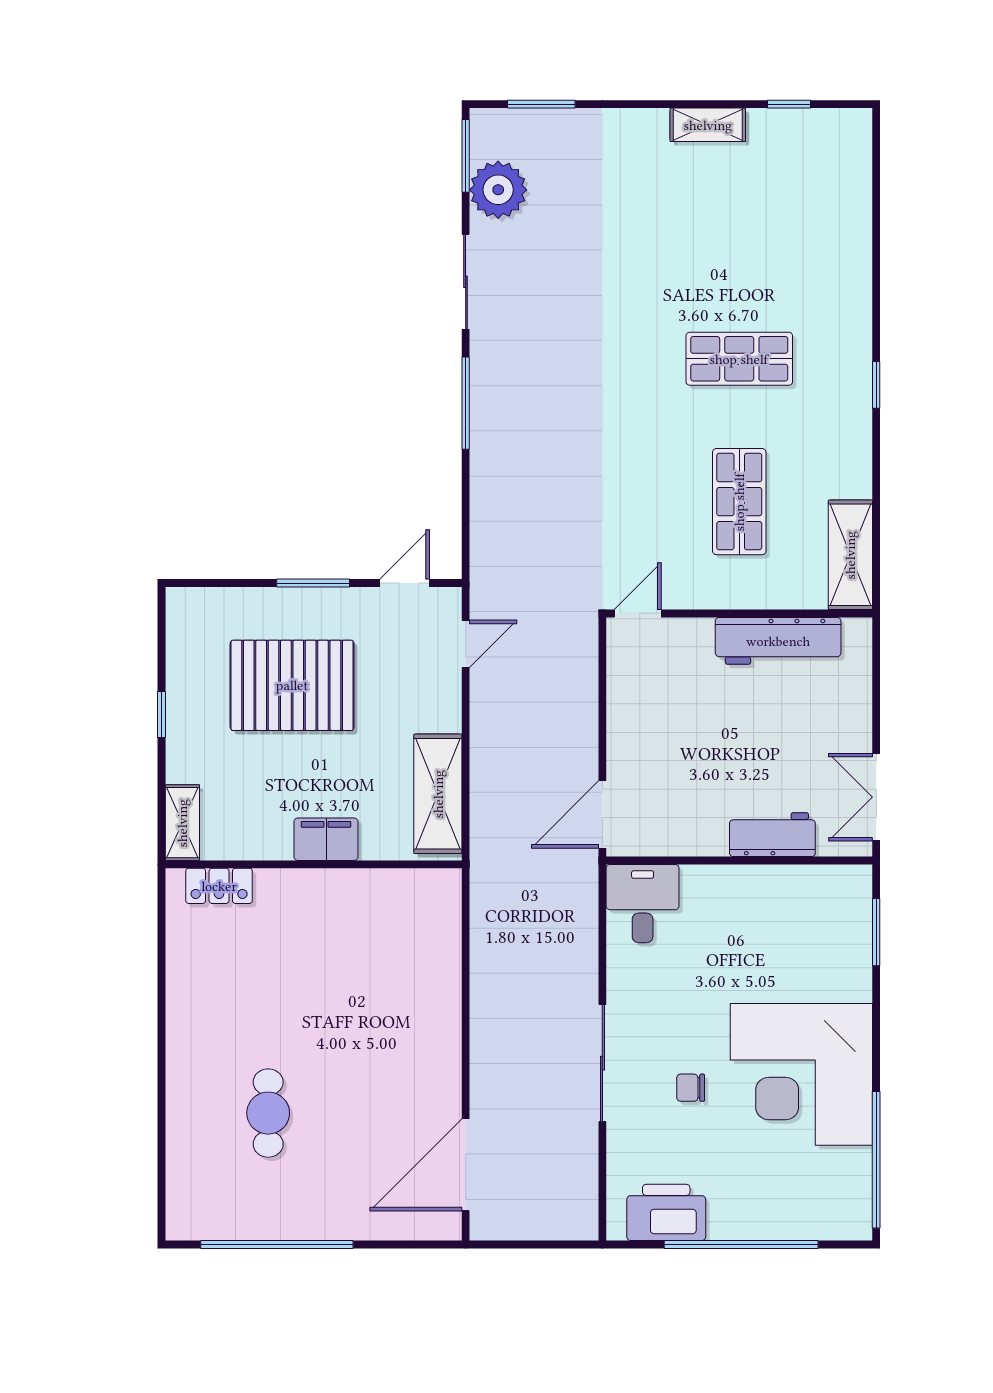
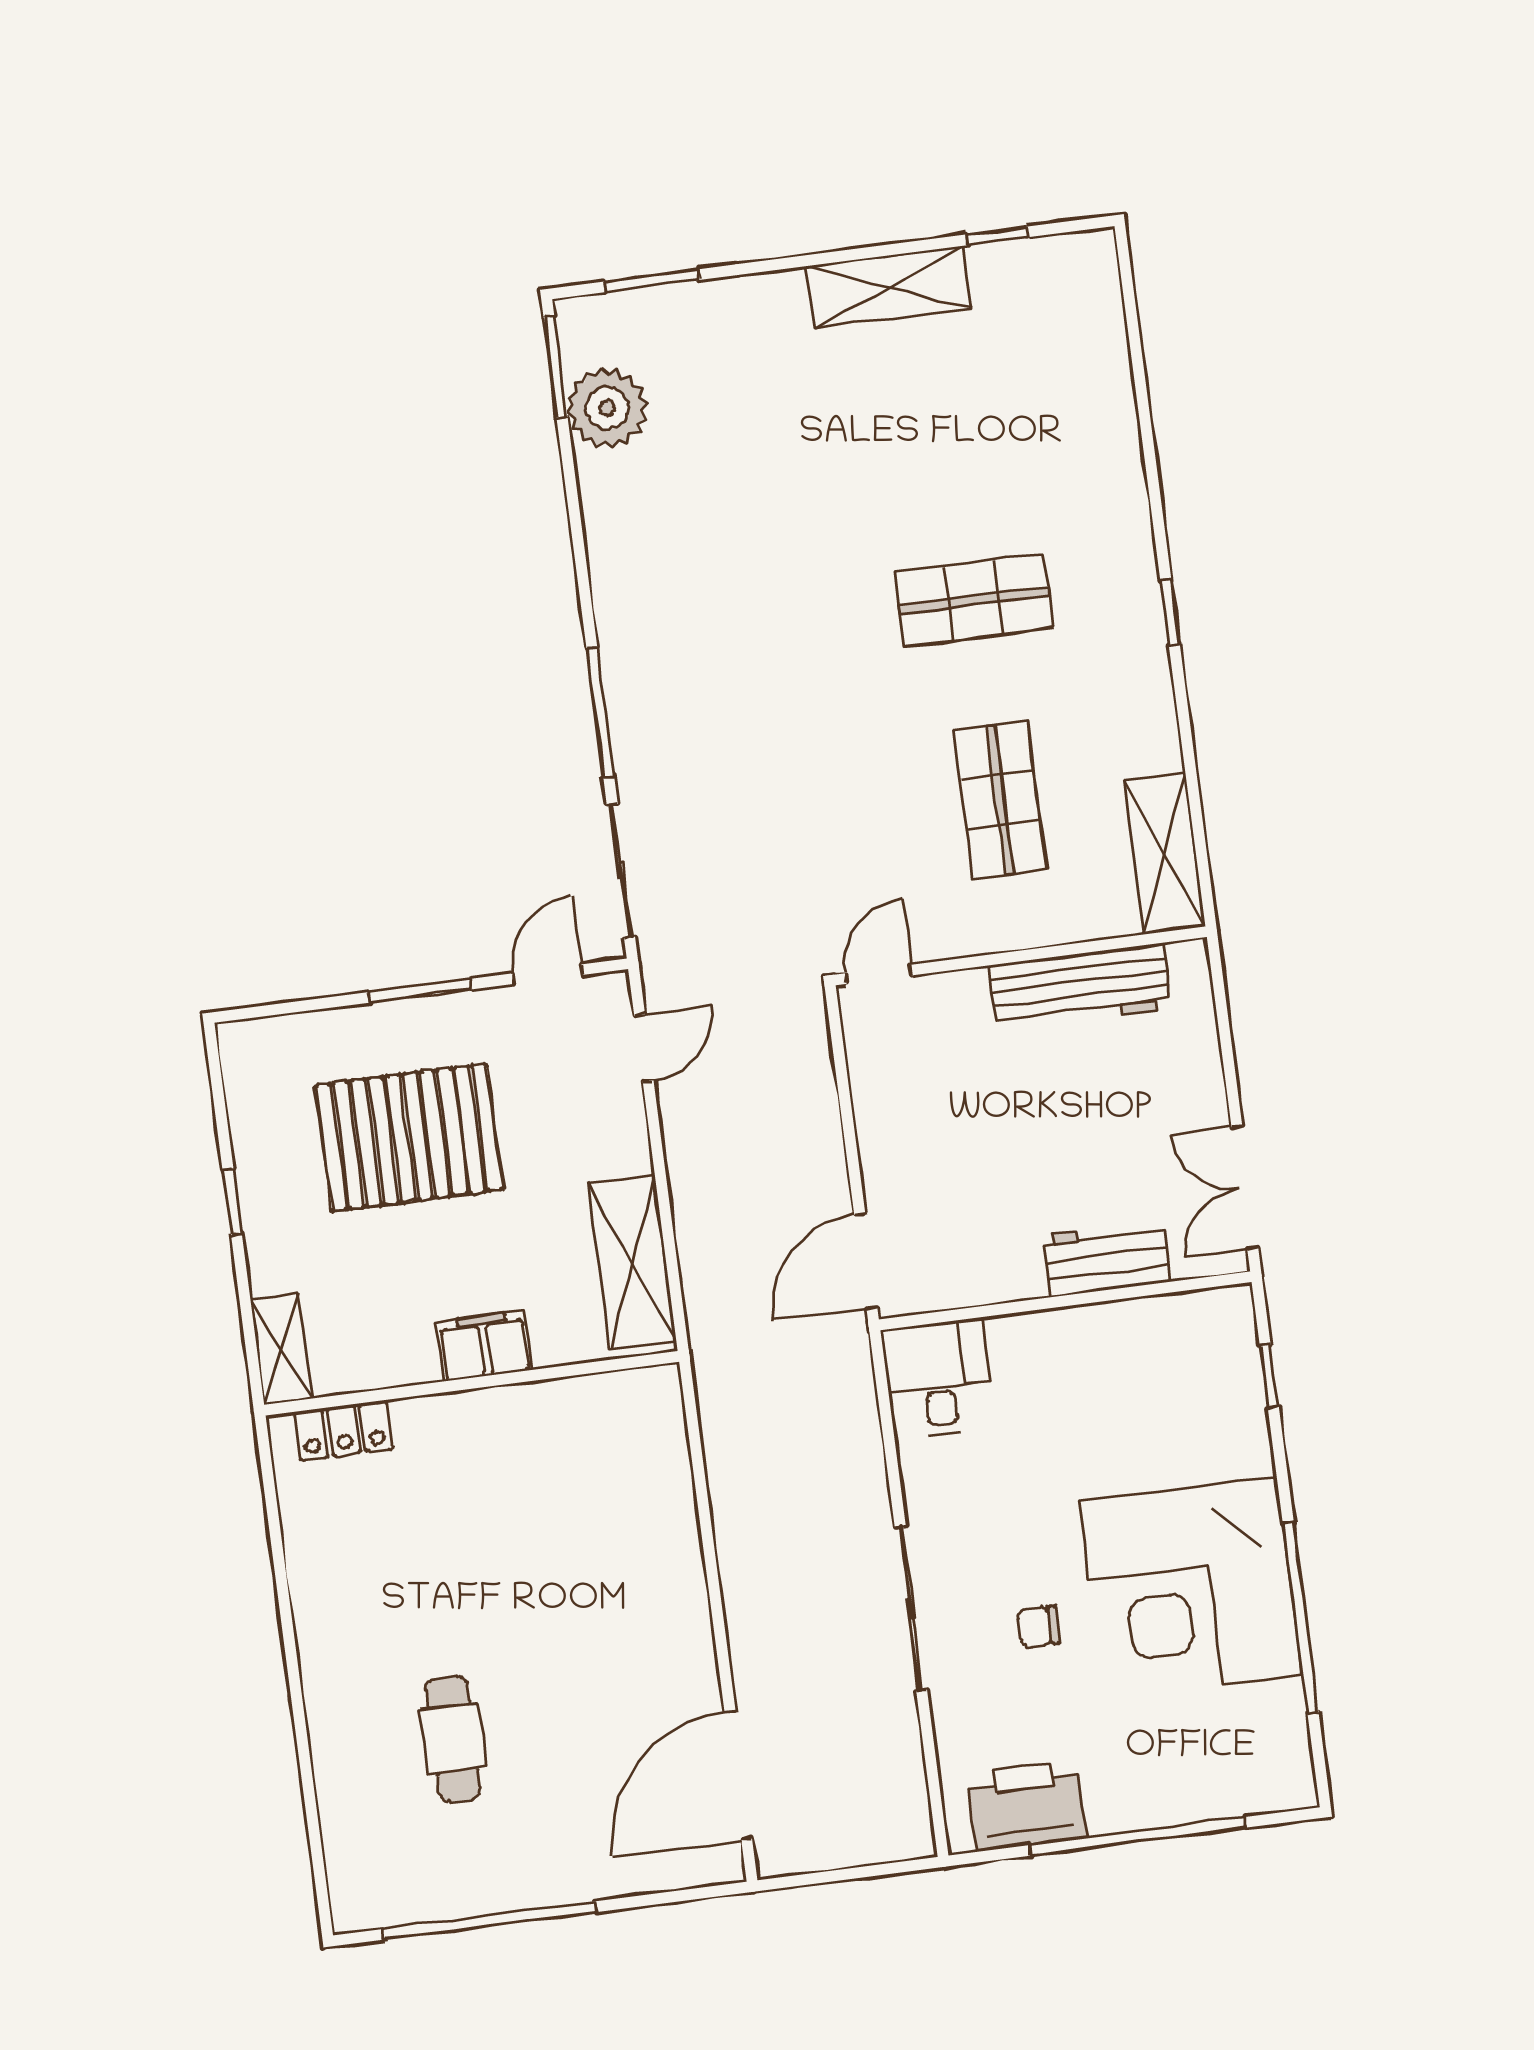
shelving: (708, 125) -> (889, 287), width x1.50, depth x1.33
sliding door: (466, 282) -> (621, 871), moved
window: (876, 932) -> (1269, 1376), width x0.67
window: (876, 1160) -> (1301, 1618), moved

